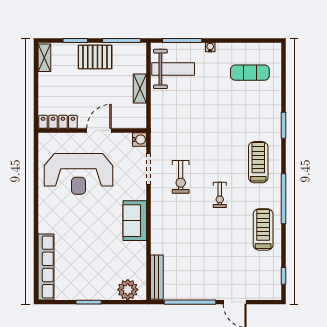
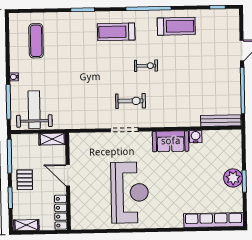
pallet: (95, 57) -> (25, 180), width x0.67, depth x0.71
locker: (58, 122) -> (61, 212), moved
wall: (92, 130) -> (68, 181), moved
door: (99, 130) -> (68, 175), moved
water cooler: (139, 140) -> (196, 137), moved
treadmill: (263, 229) -> (176, 26), turned 180
plant: (128, 290) -> (233, 178), moved

